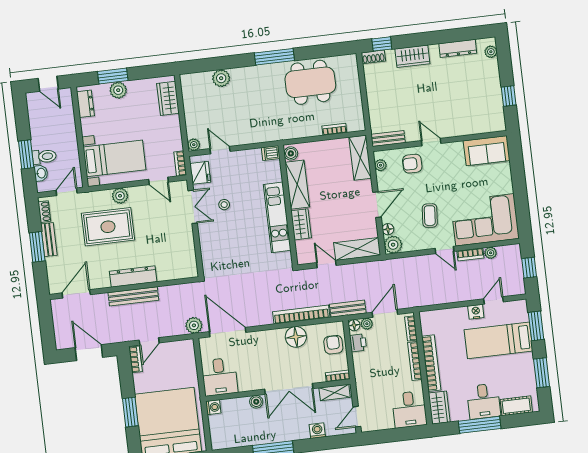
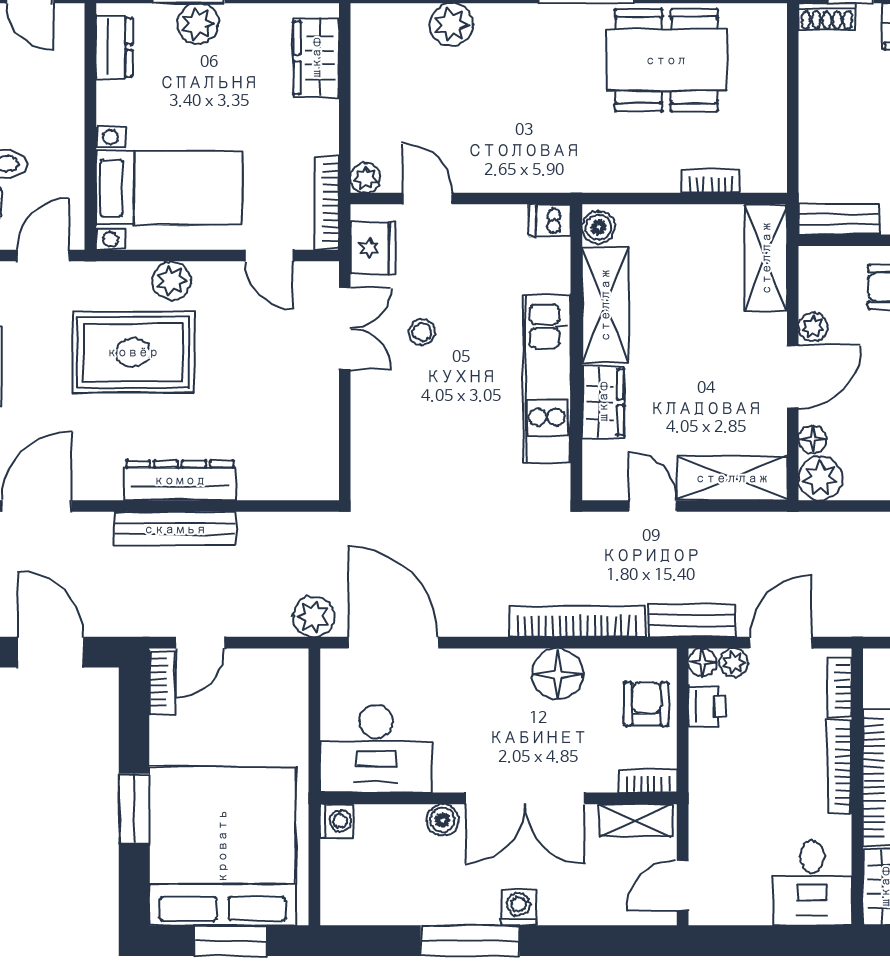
bookcase: (180, 163) -> (327, 203), width x1.56
plant: (381, 165) -> (813, 327), moved
desk: (220, 377) -> (376, 749), width x1.37
washing machine: (317, 431) -> (519, 908), moved

